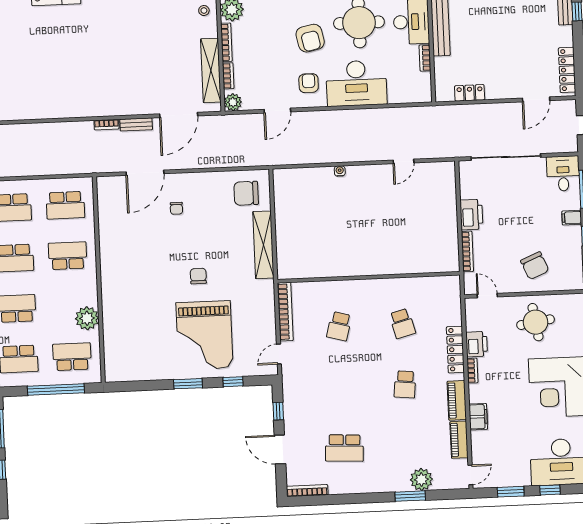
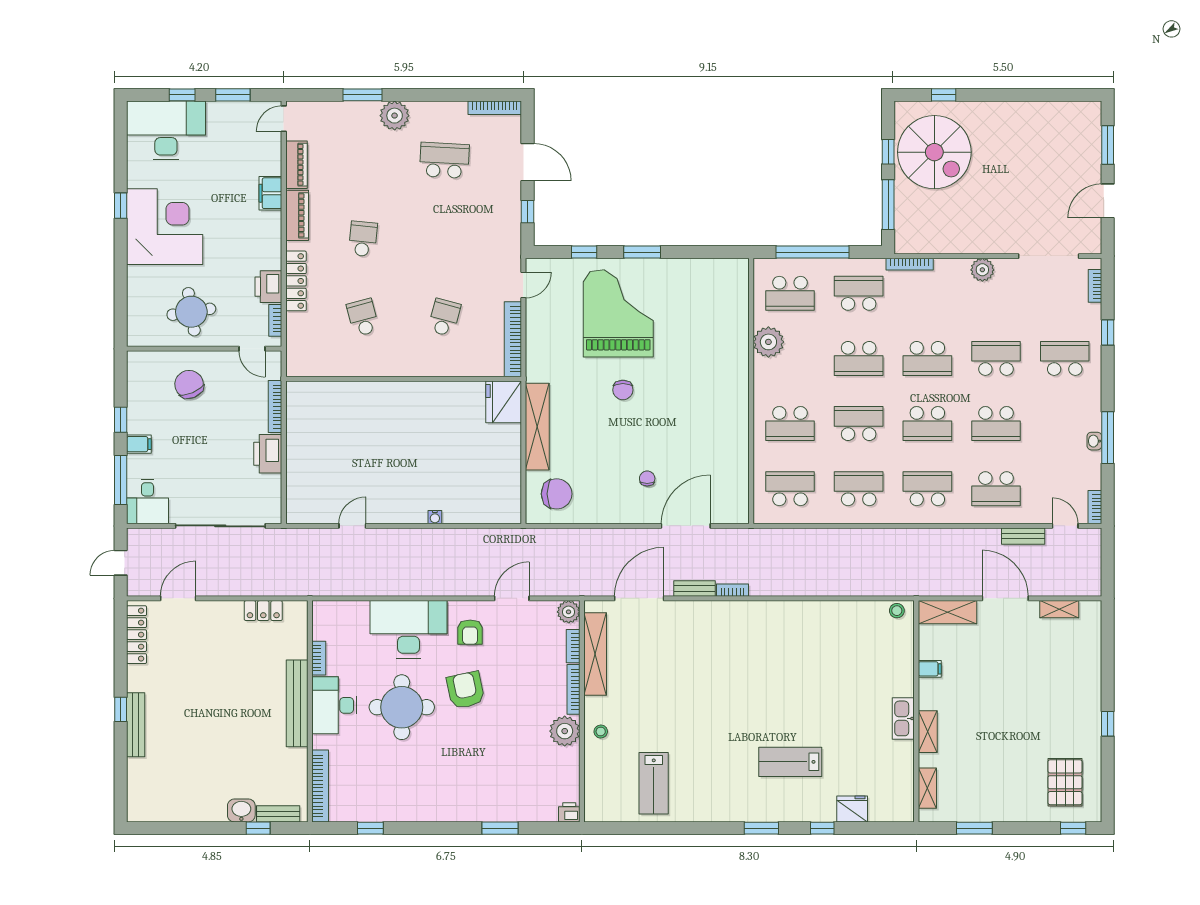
fridge: (290, 263) -> (504, 402), added
bookcase: (472, 371) -> (275, 320), moved
plant: (421, 479) -> (395, 116), moved

